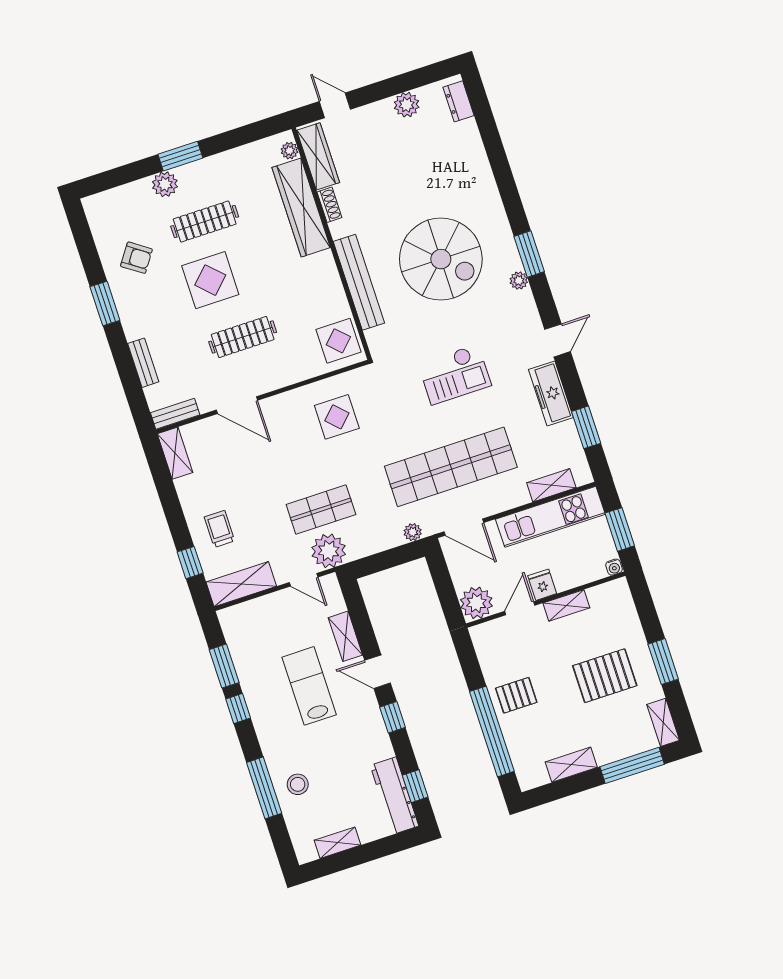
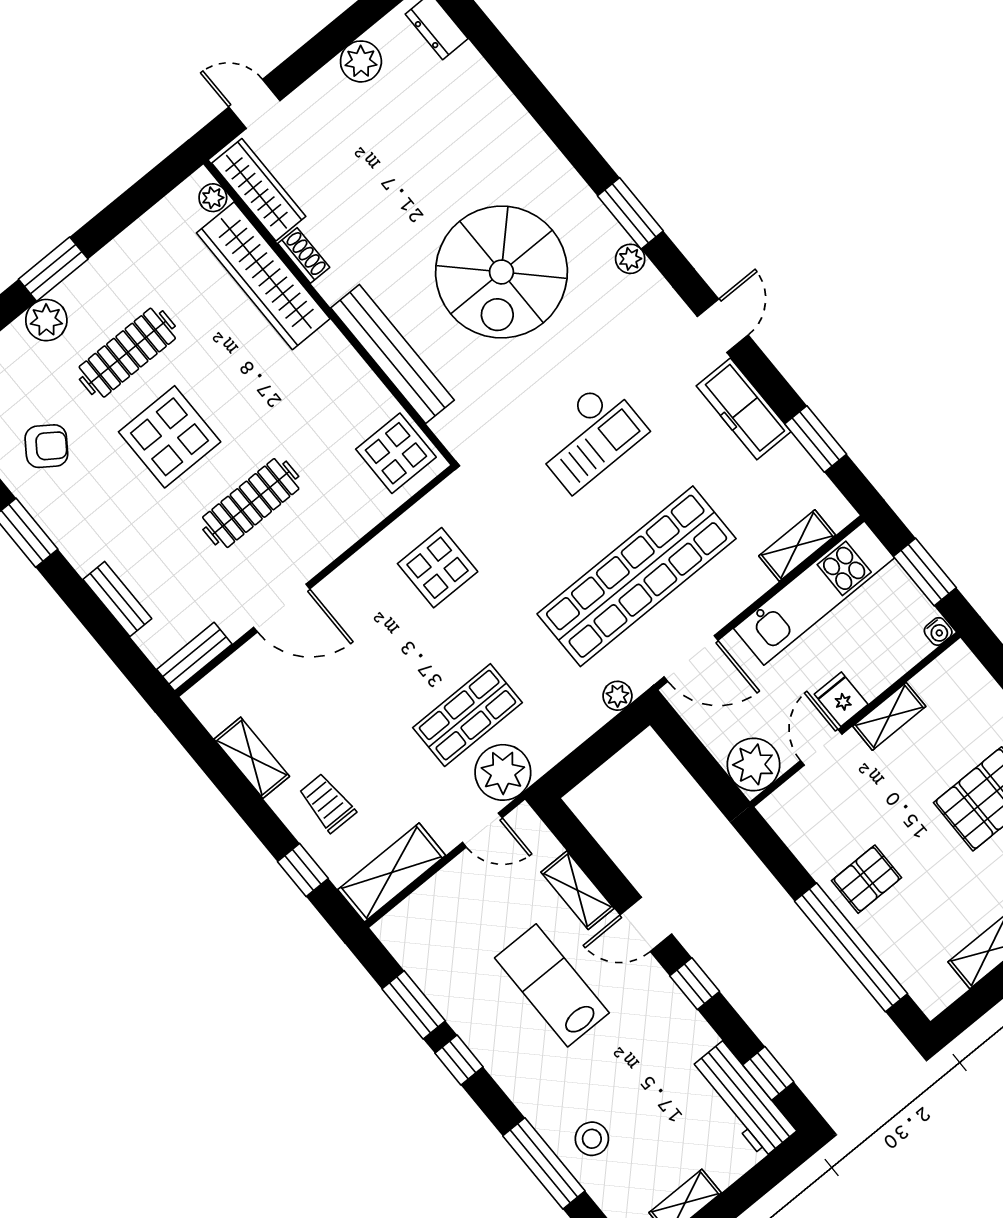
spiral stairs: (441, 259) -> (501, 272), turned 90
shelving: (175, 453) -> (252, 758), moved

